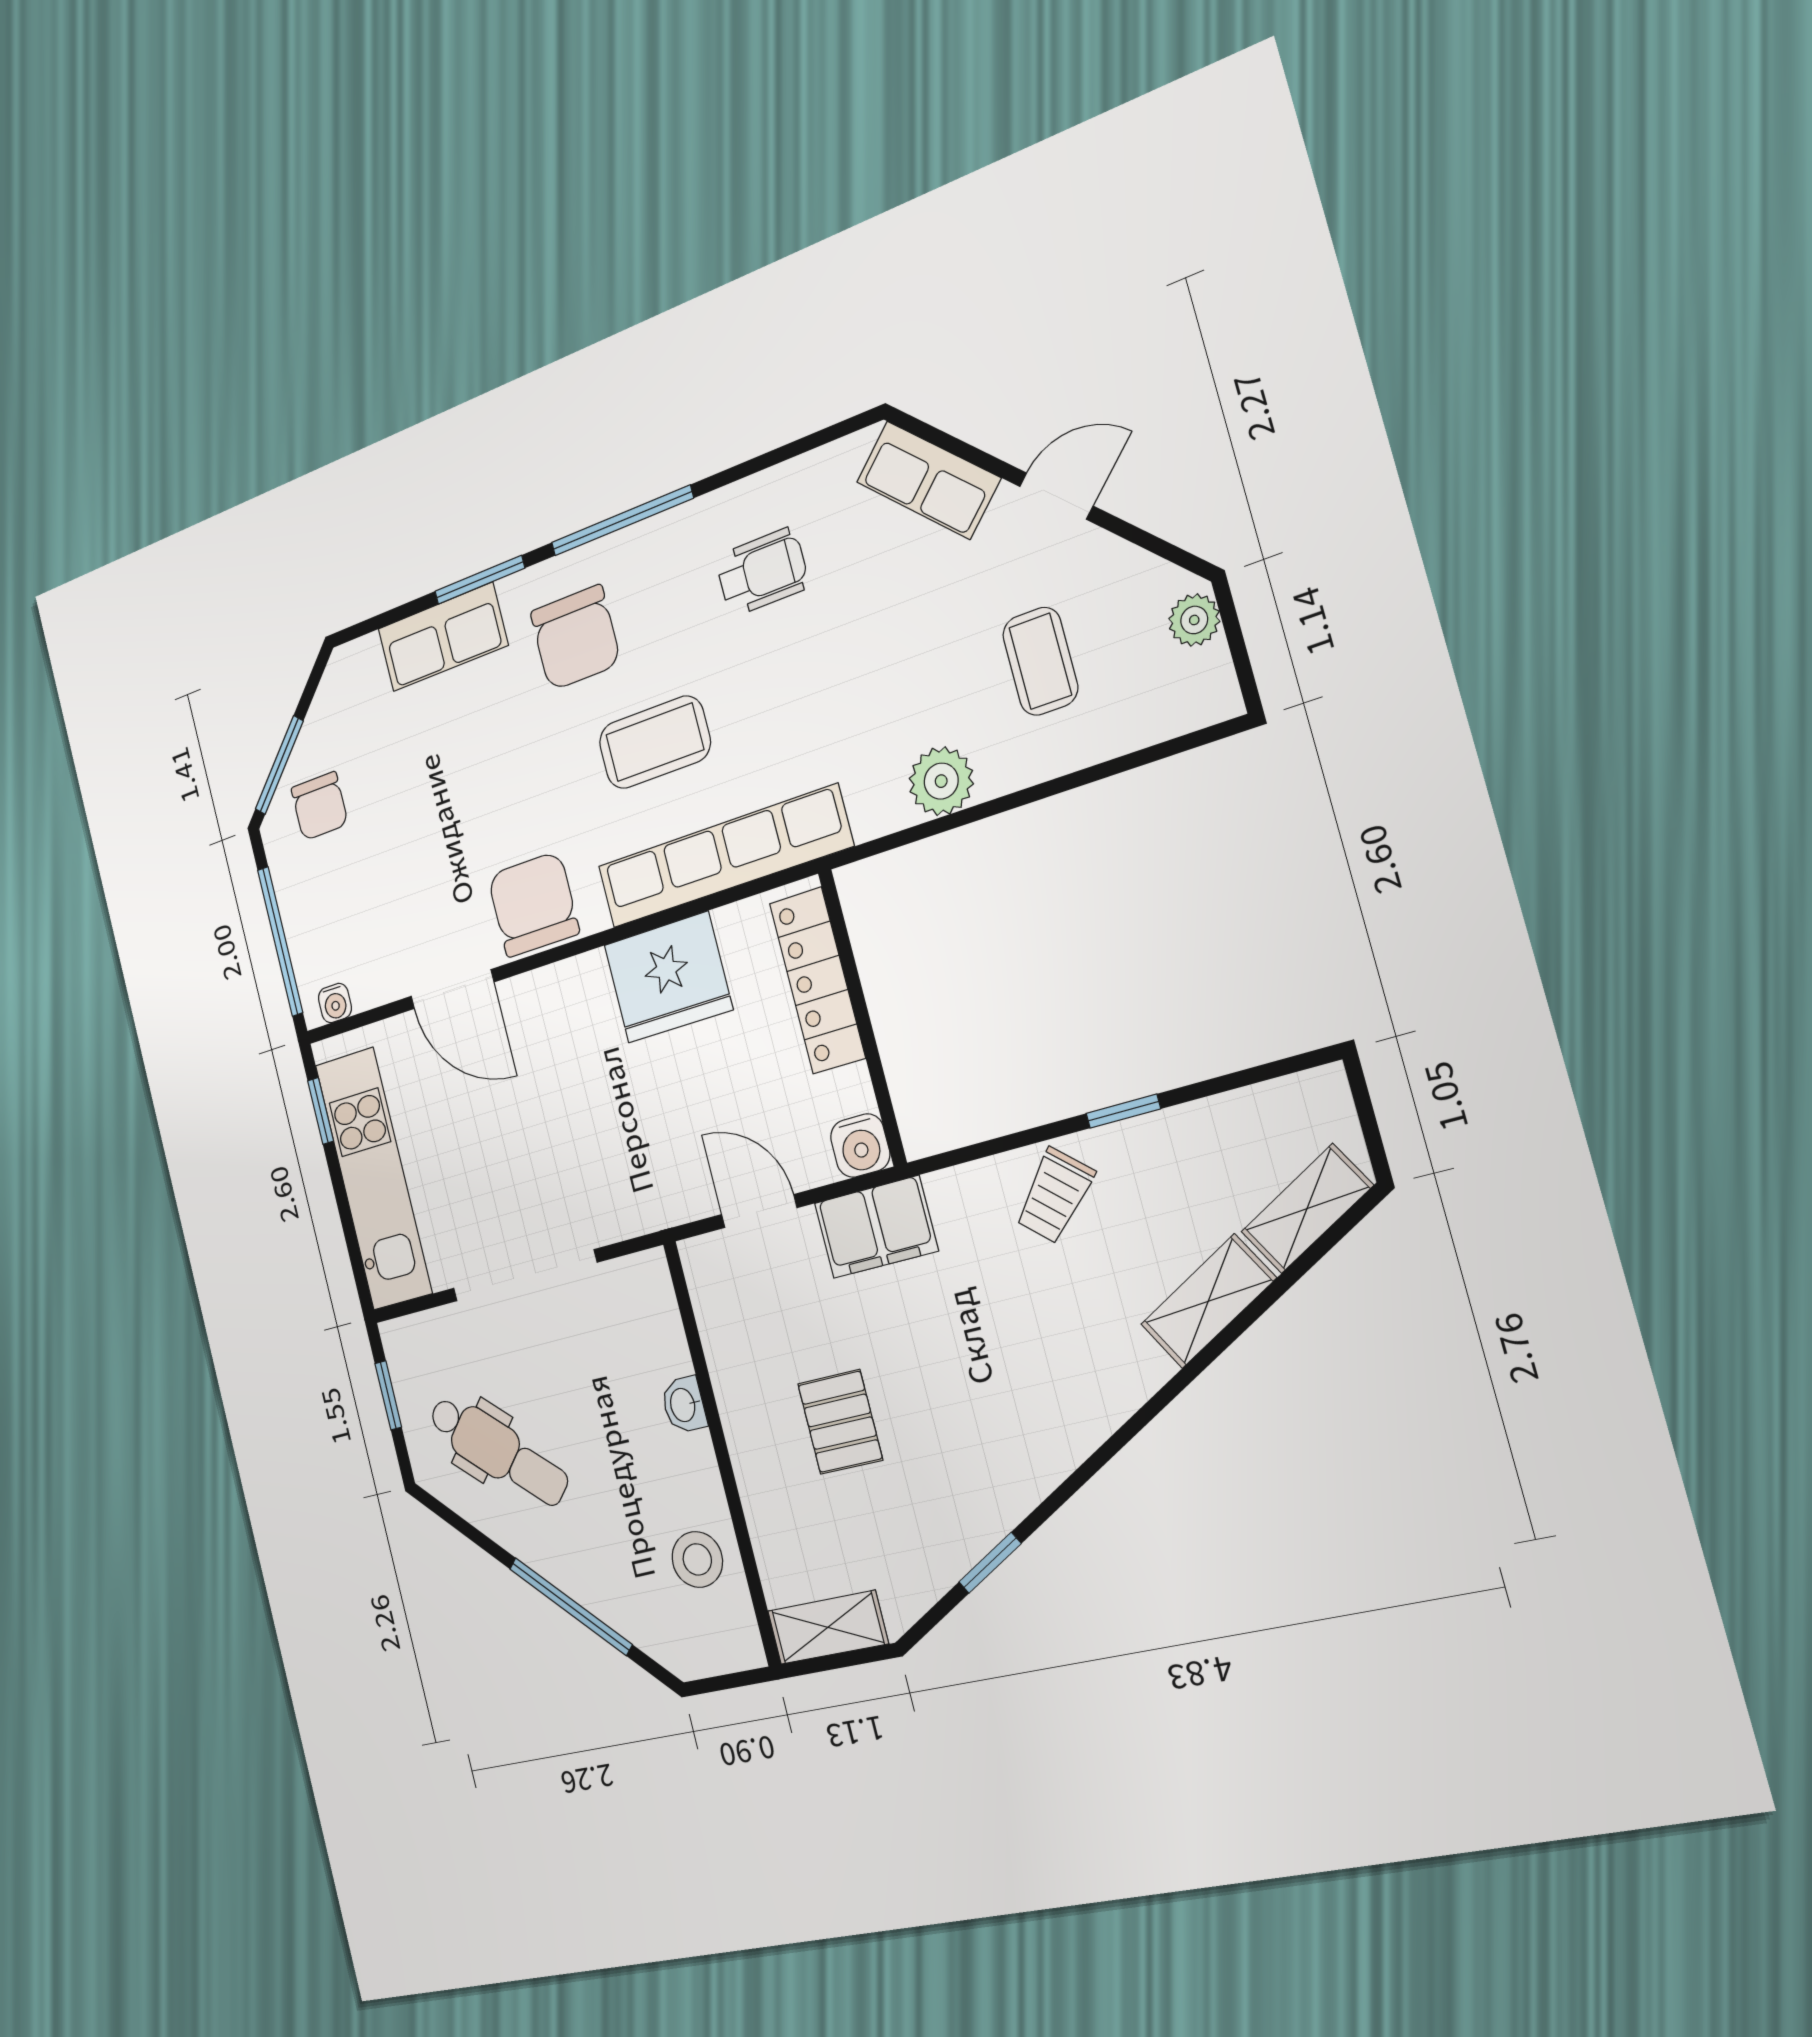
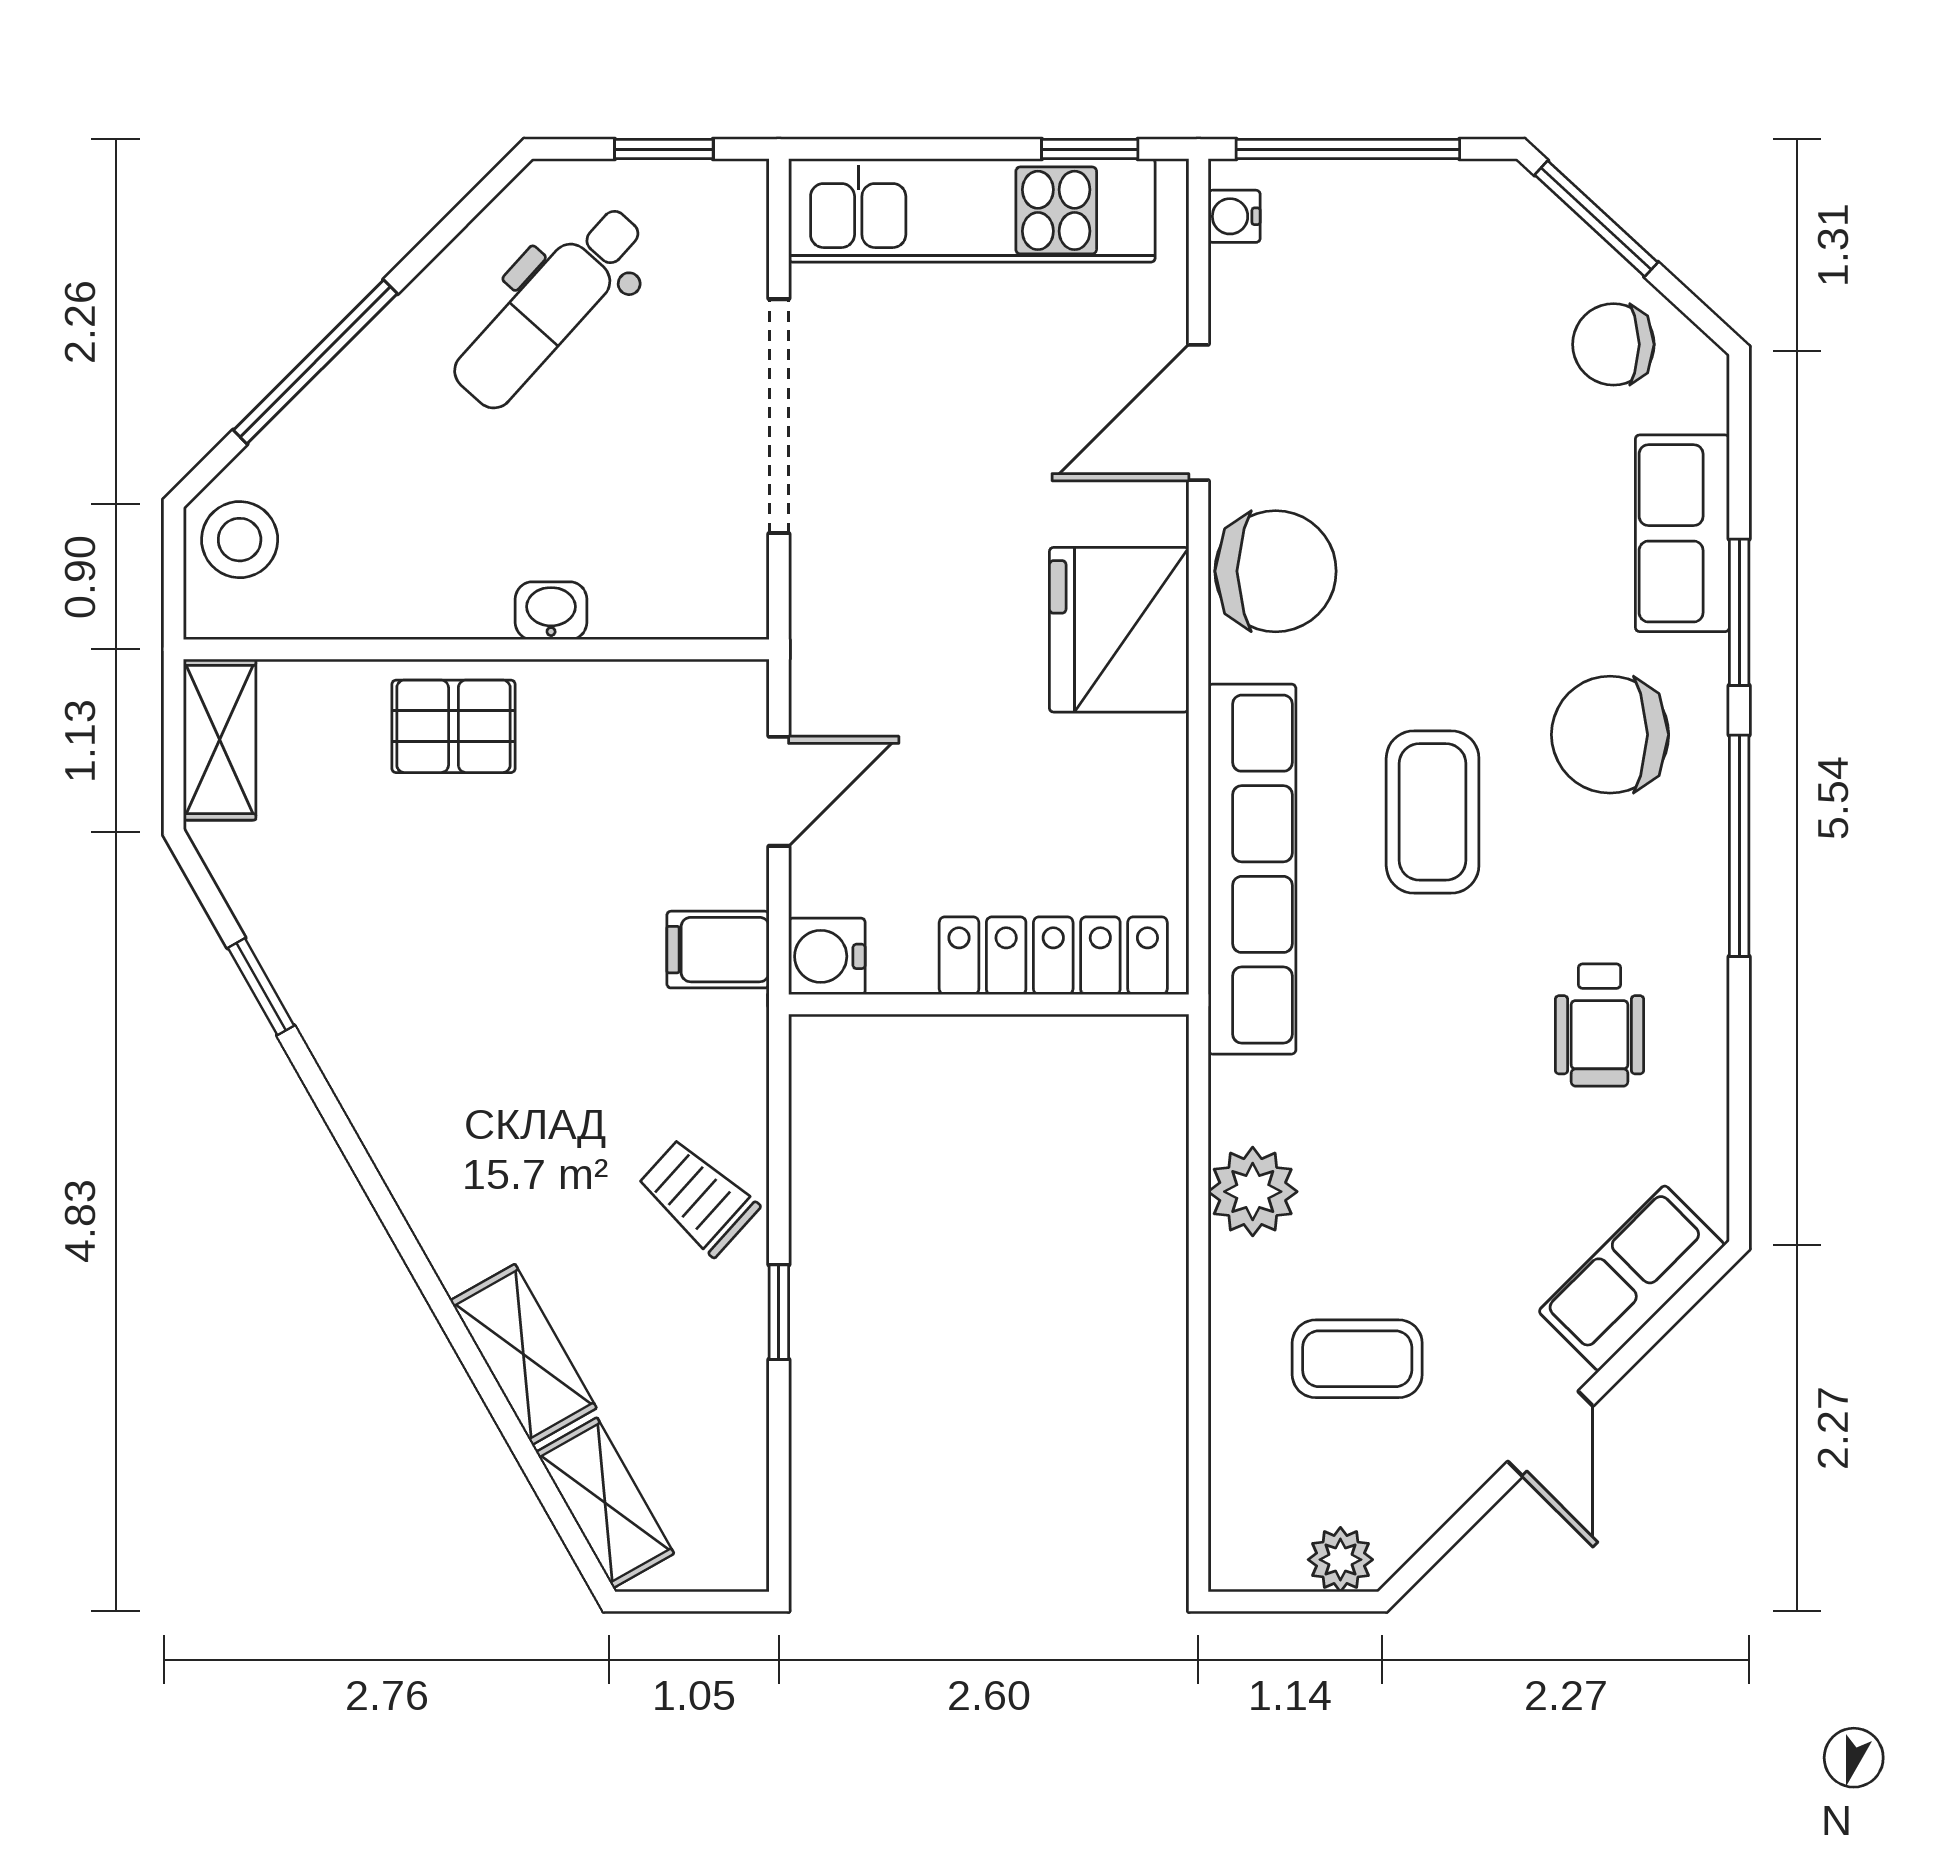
chair: (320, 806) -> (1613, 344), moved
fridge: (668, 977) -> (1119, 630), moved
filing cabinet: (876, 1227) -> (718, 950), width x0.50
pallet: (840, 1422) -> (453, 726), moved
stool: (697, 1559) -> (240, 540), moved

